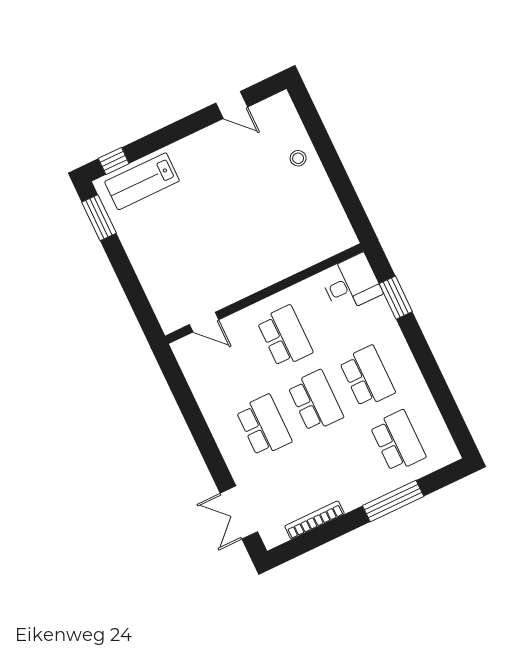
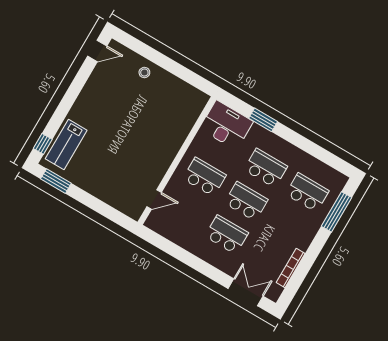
door: (232, 105) -> (97, 51), moved
desk: (351, 283) -> (226, 125), width x1.37
window: (396, 298) -> (263, 120), moved
window: (393, 501) -> (337, 212), moved
double door: (239, 512) -> (246, 292), swing flipped

